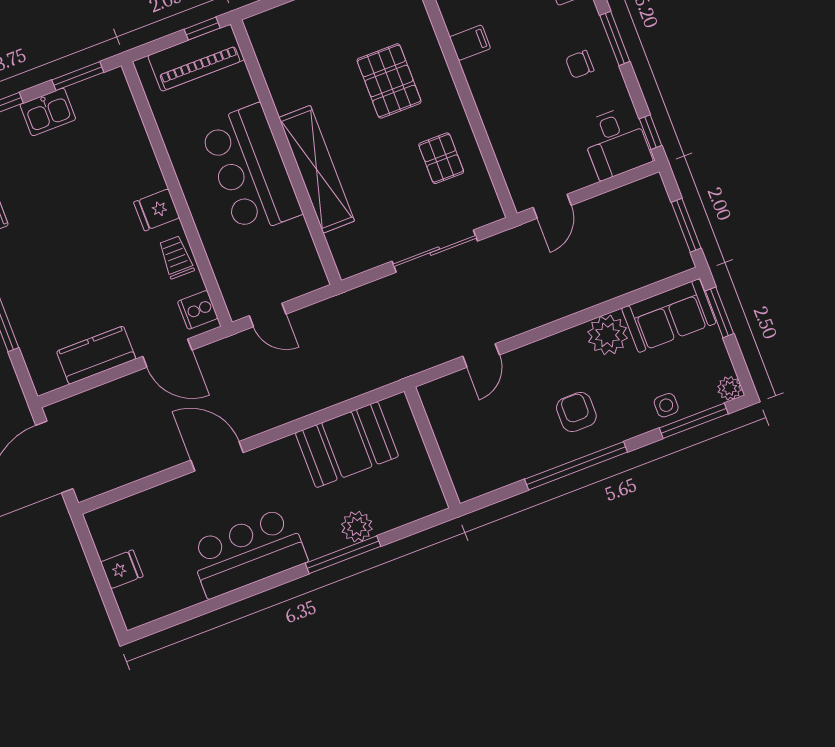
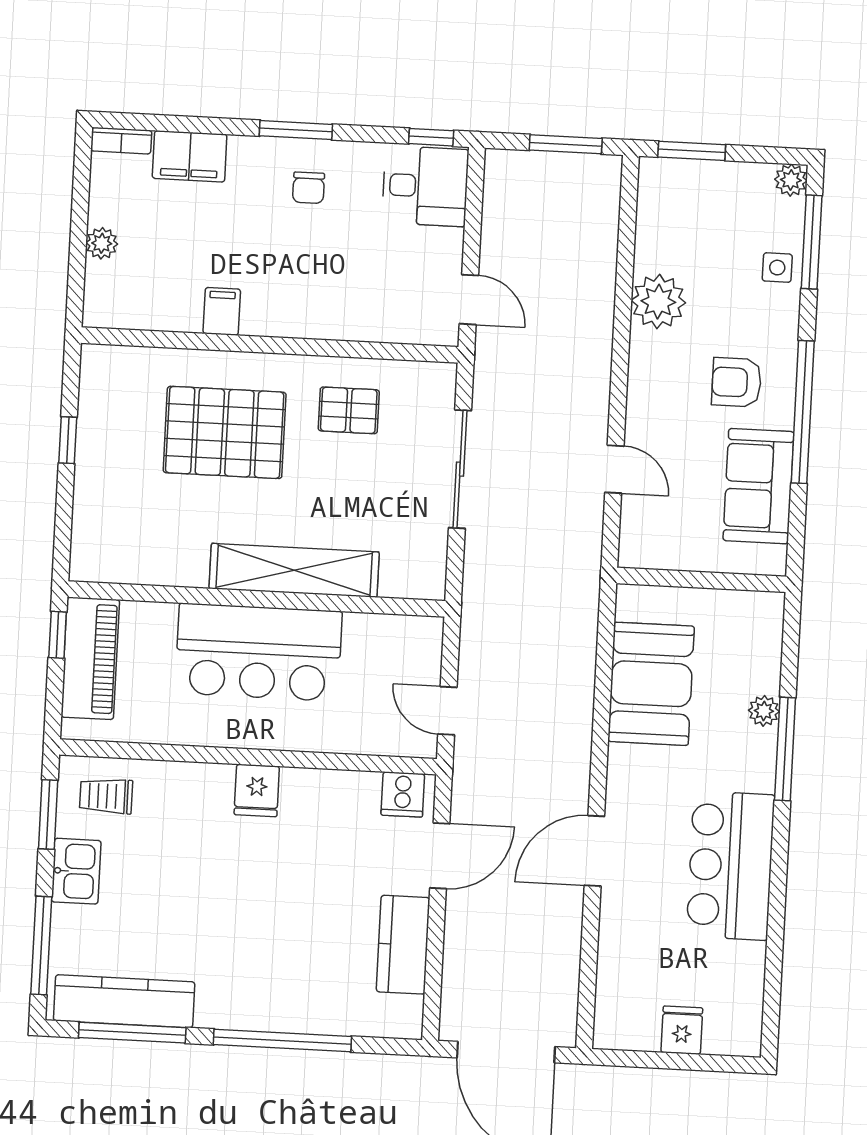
pallet: (389, 81) -> (225, 432), width x1.37, depth x1.41
trolley: (176, 257) -> (106, 796), moved
door: (268, 315) -> (447, 711), swing flipped
sofa: (669, 316) -> (758, 486), moved, turned 180
plant: (357, 527) -> (764, 711), width x0.73, depth x0.73

